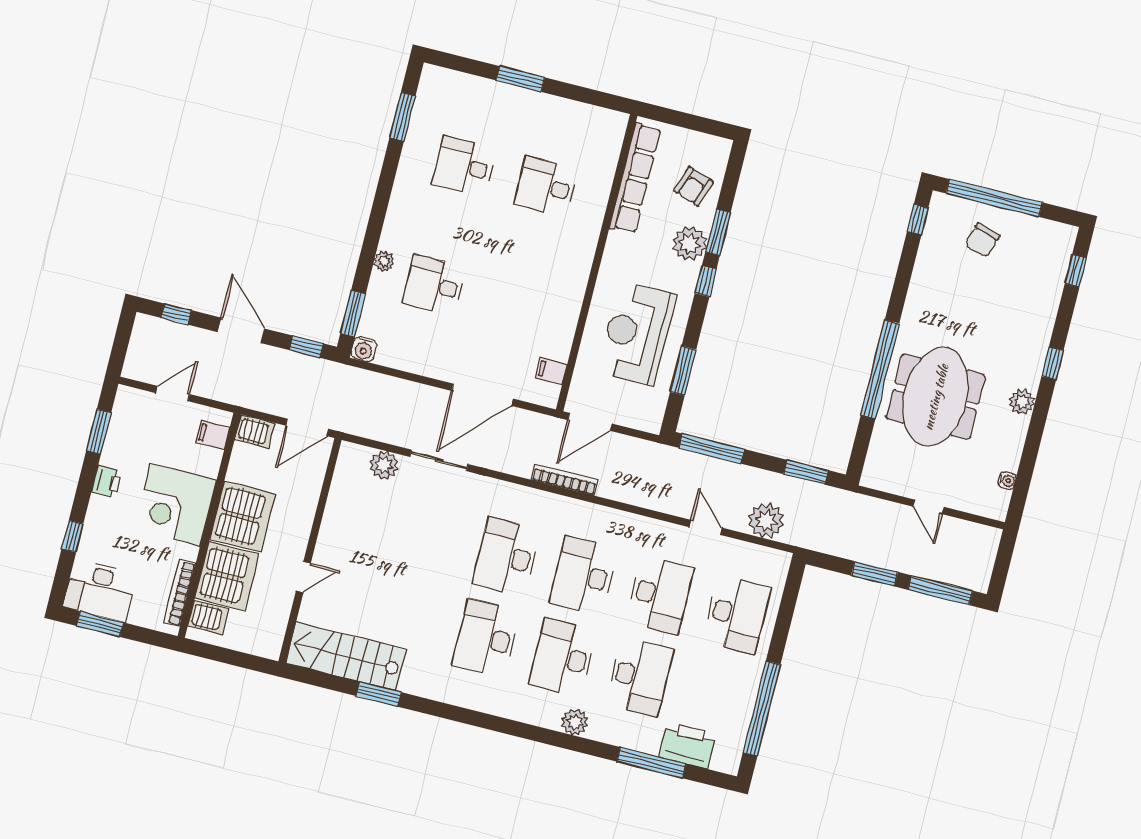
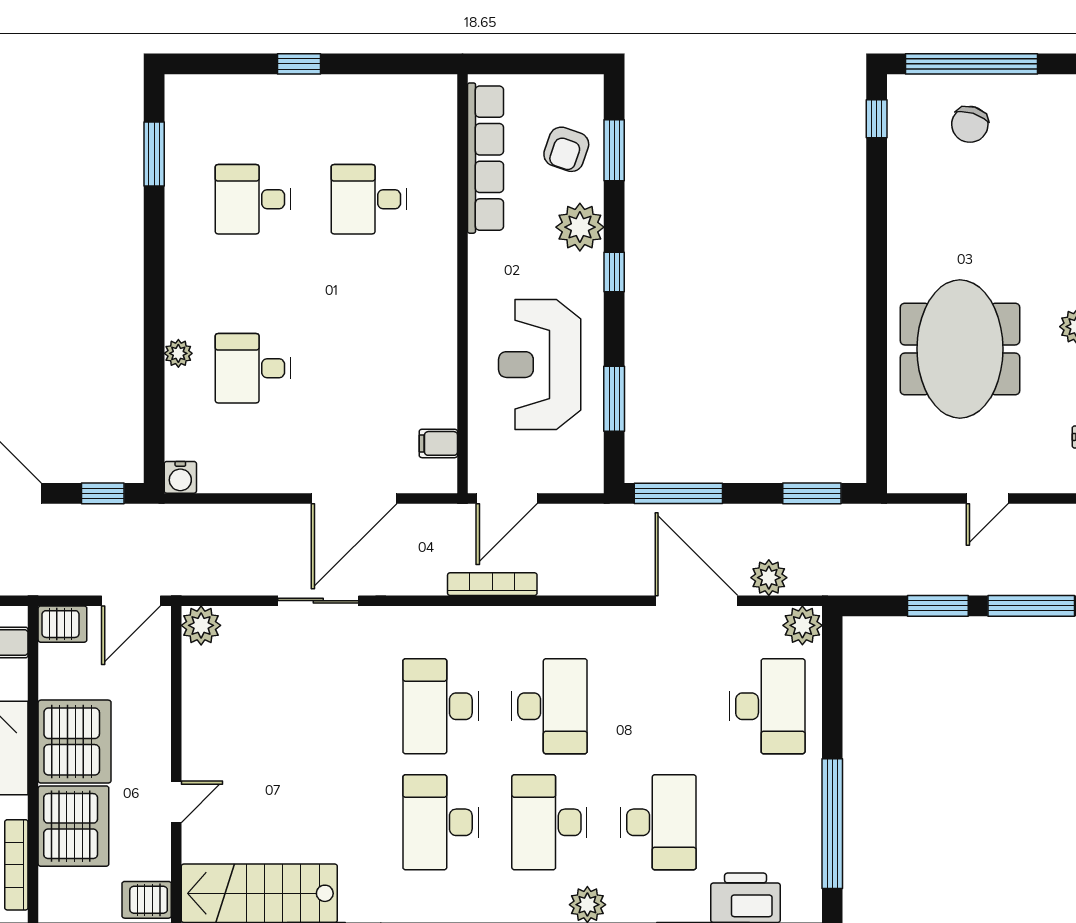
window: (520, 79) -> (299, 64), width x0.67
window: (718, 232) -> (614, 150), moved
window: (353, 313) -> (154, 433), removed
window: (880, 369) -> (877, 331), removed
plant: (384, 465) -> (201, 625), moved
door: (928, 507) -> (987, 498), hinge flipped
plant: (766, 520) -> (769, 578), width x0.73, depth x0.73
door: (705, 527) -> (696, 601), width x1.88
plant: (776, 564) -> (802, 625), added
desk: (583, 576) -> (549, 706), turned 180
desk: (660, 595) -> (658, 706), removed
server rack: (208, 617) -> (147, 900), moved, turned 180

